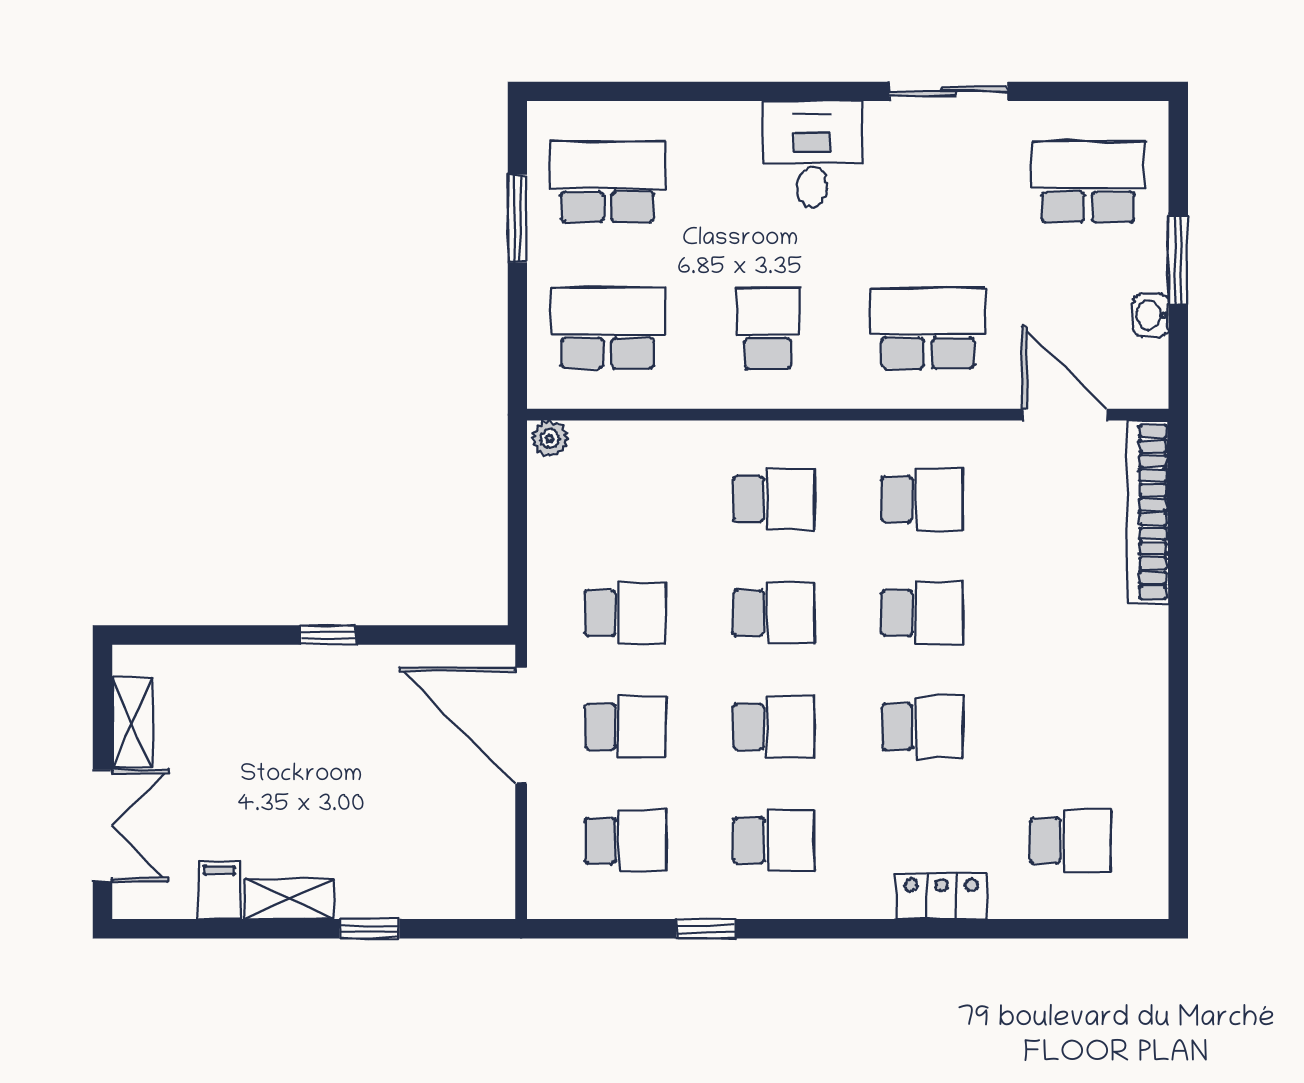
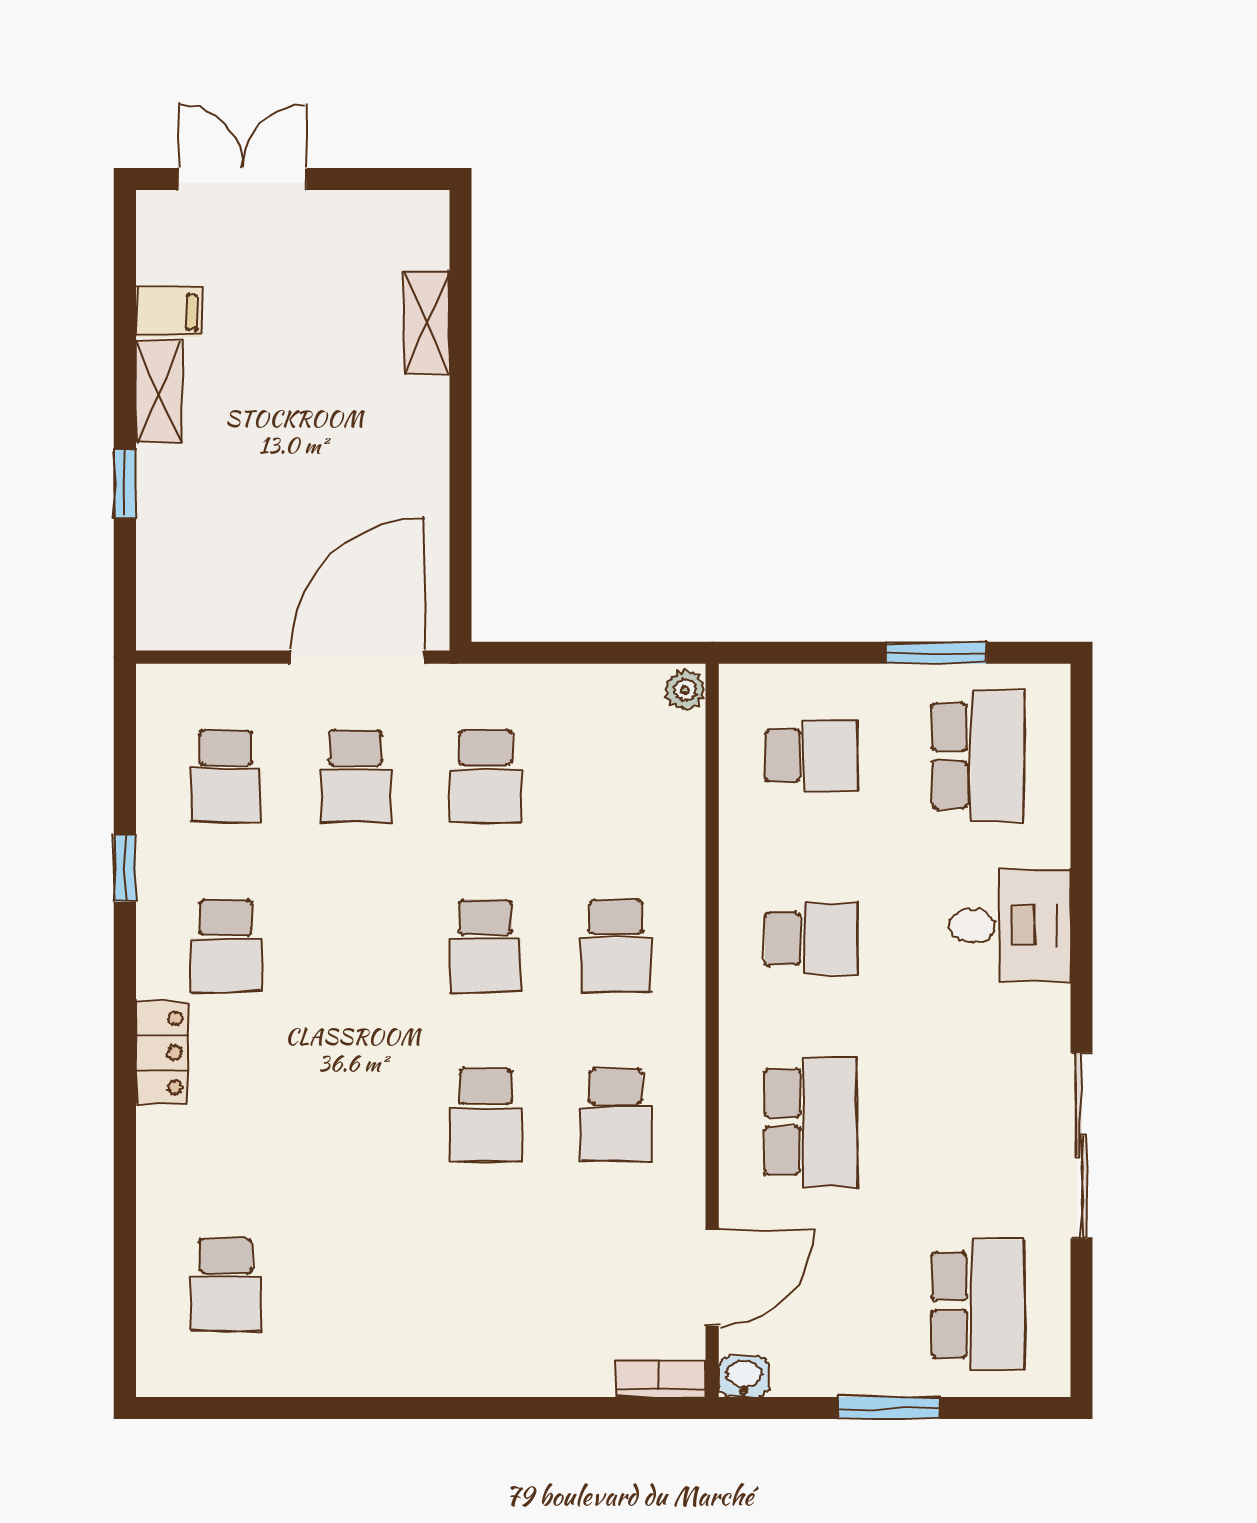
sliding door: (949, 91) -> (1082, 1145), width x1.37
desk: (812, 154) -> (1010, 925), moved
washbasin: (1151, 315) -> (744, 1377), moved
school desk: (608, 328) -> (811, 756), width x0.54
bookcase: (1148, 512) -> (660, 1379), width x0.43, depth x0.76
window: (328, 635) -> (460, 437), removed
shelving: (132, 722) -> (427, 322), moved, turned 90
school desk: (774, 727) -> (356, 946), removed
school desk: (922, 727) -> (356, 1115), removed
double door: (102, 826) -> (243, 179), swing flipped
locker: (941, 896) -> (162, 1053), moved

